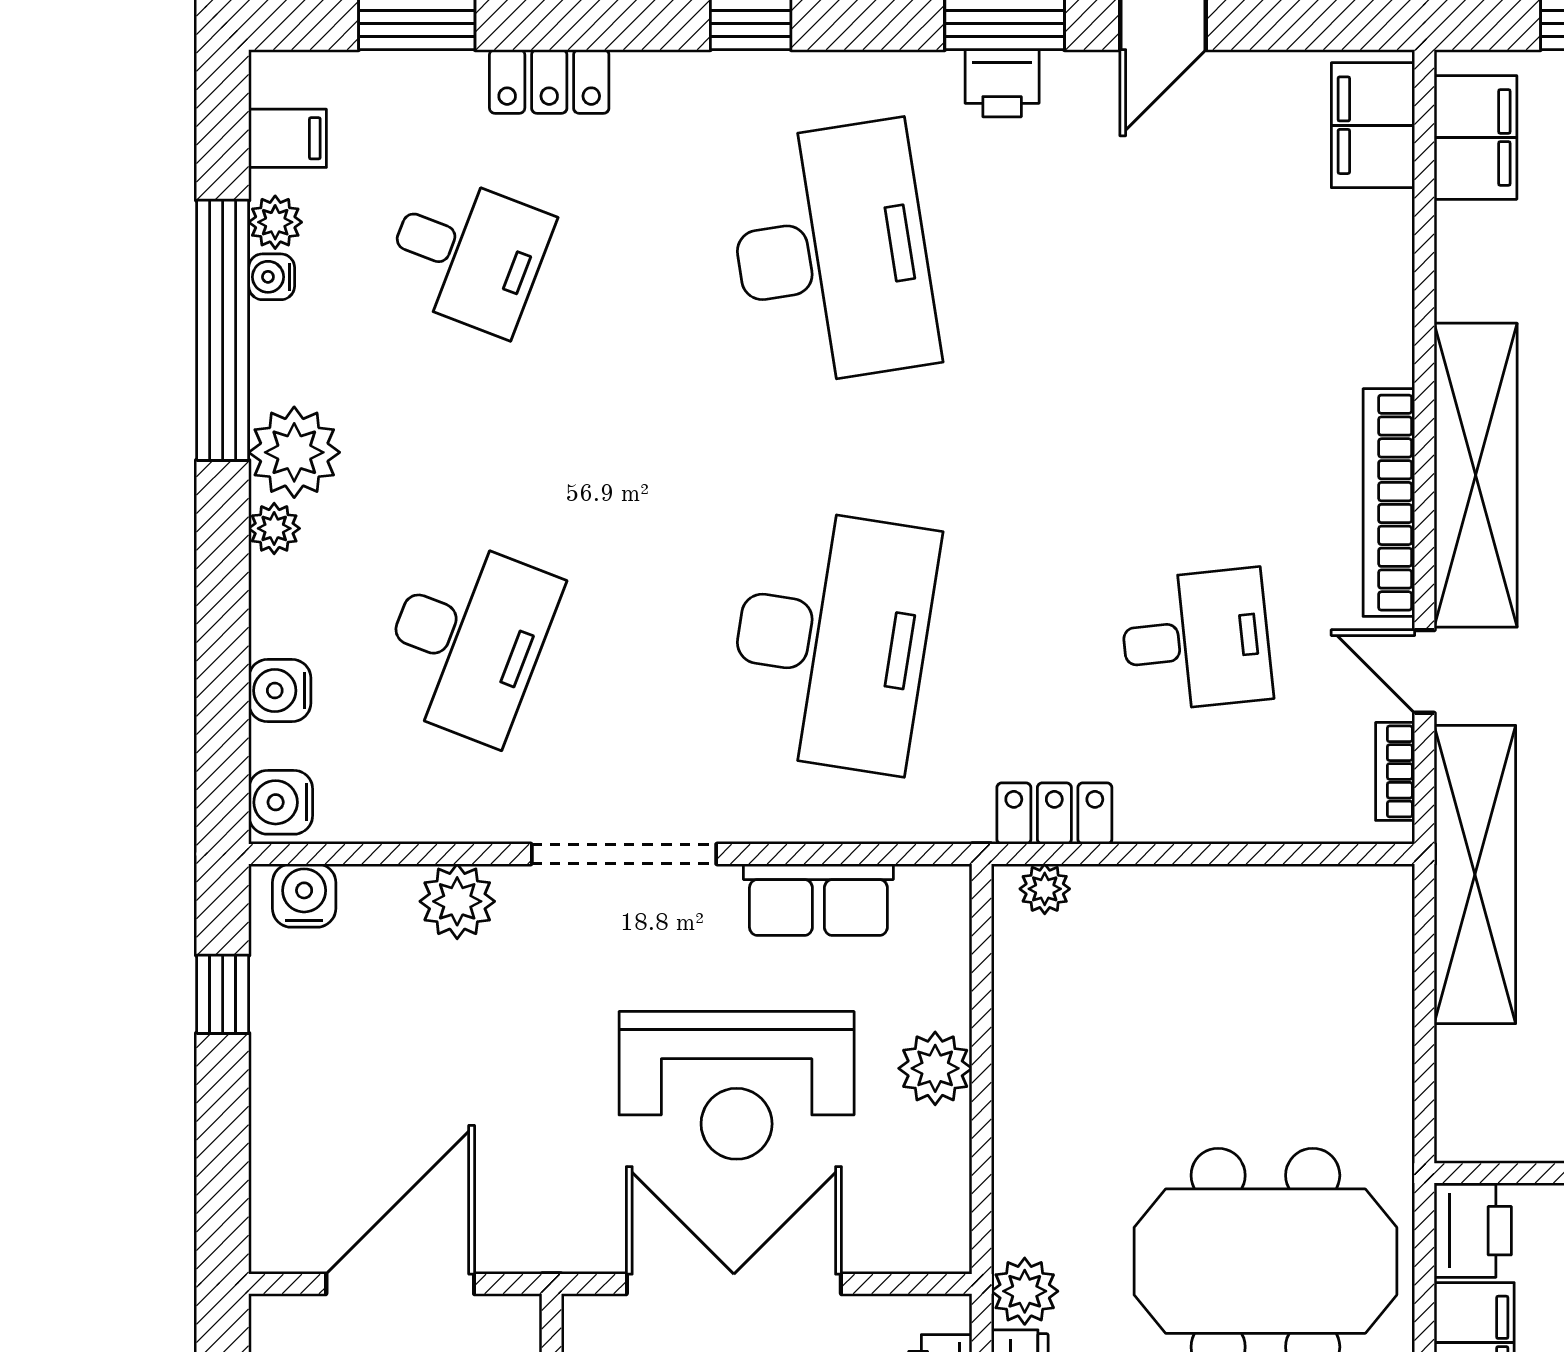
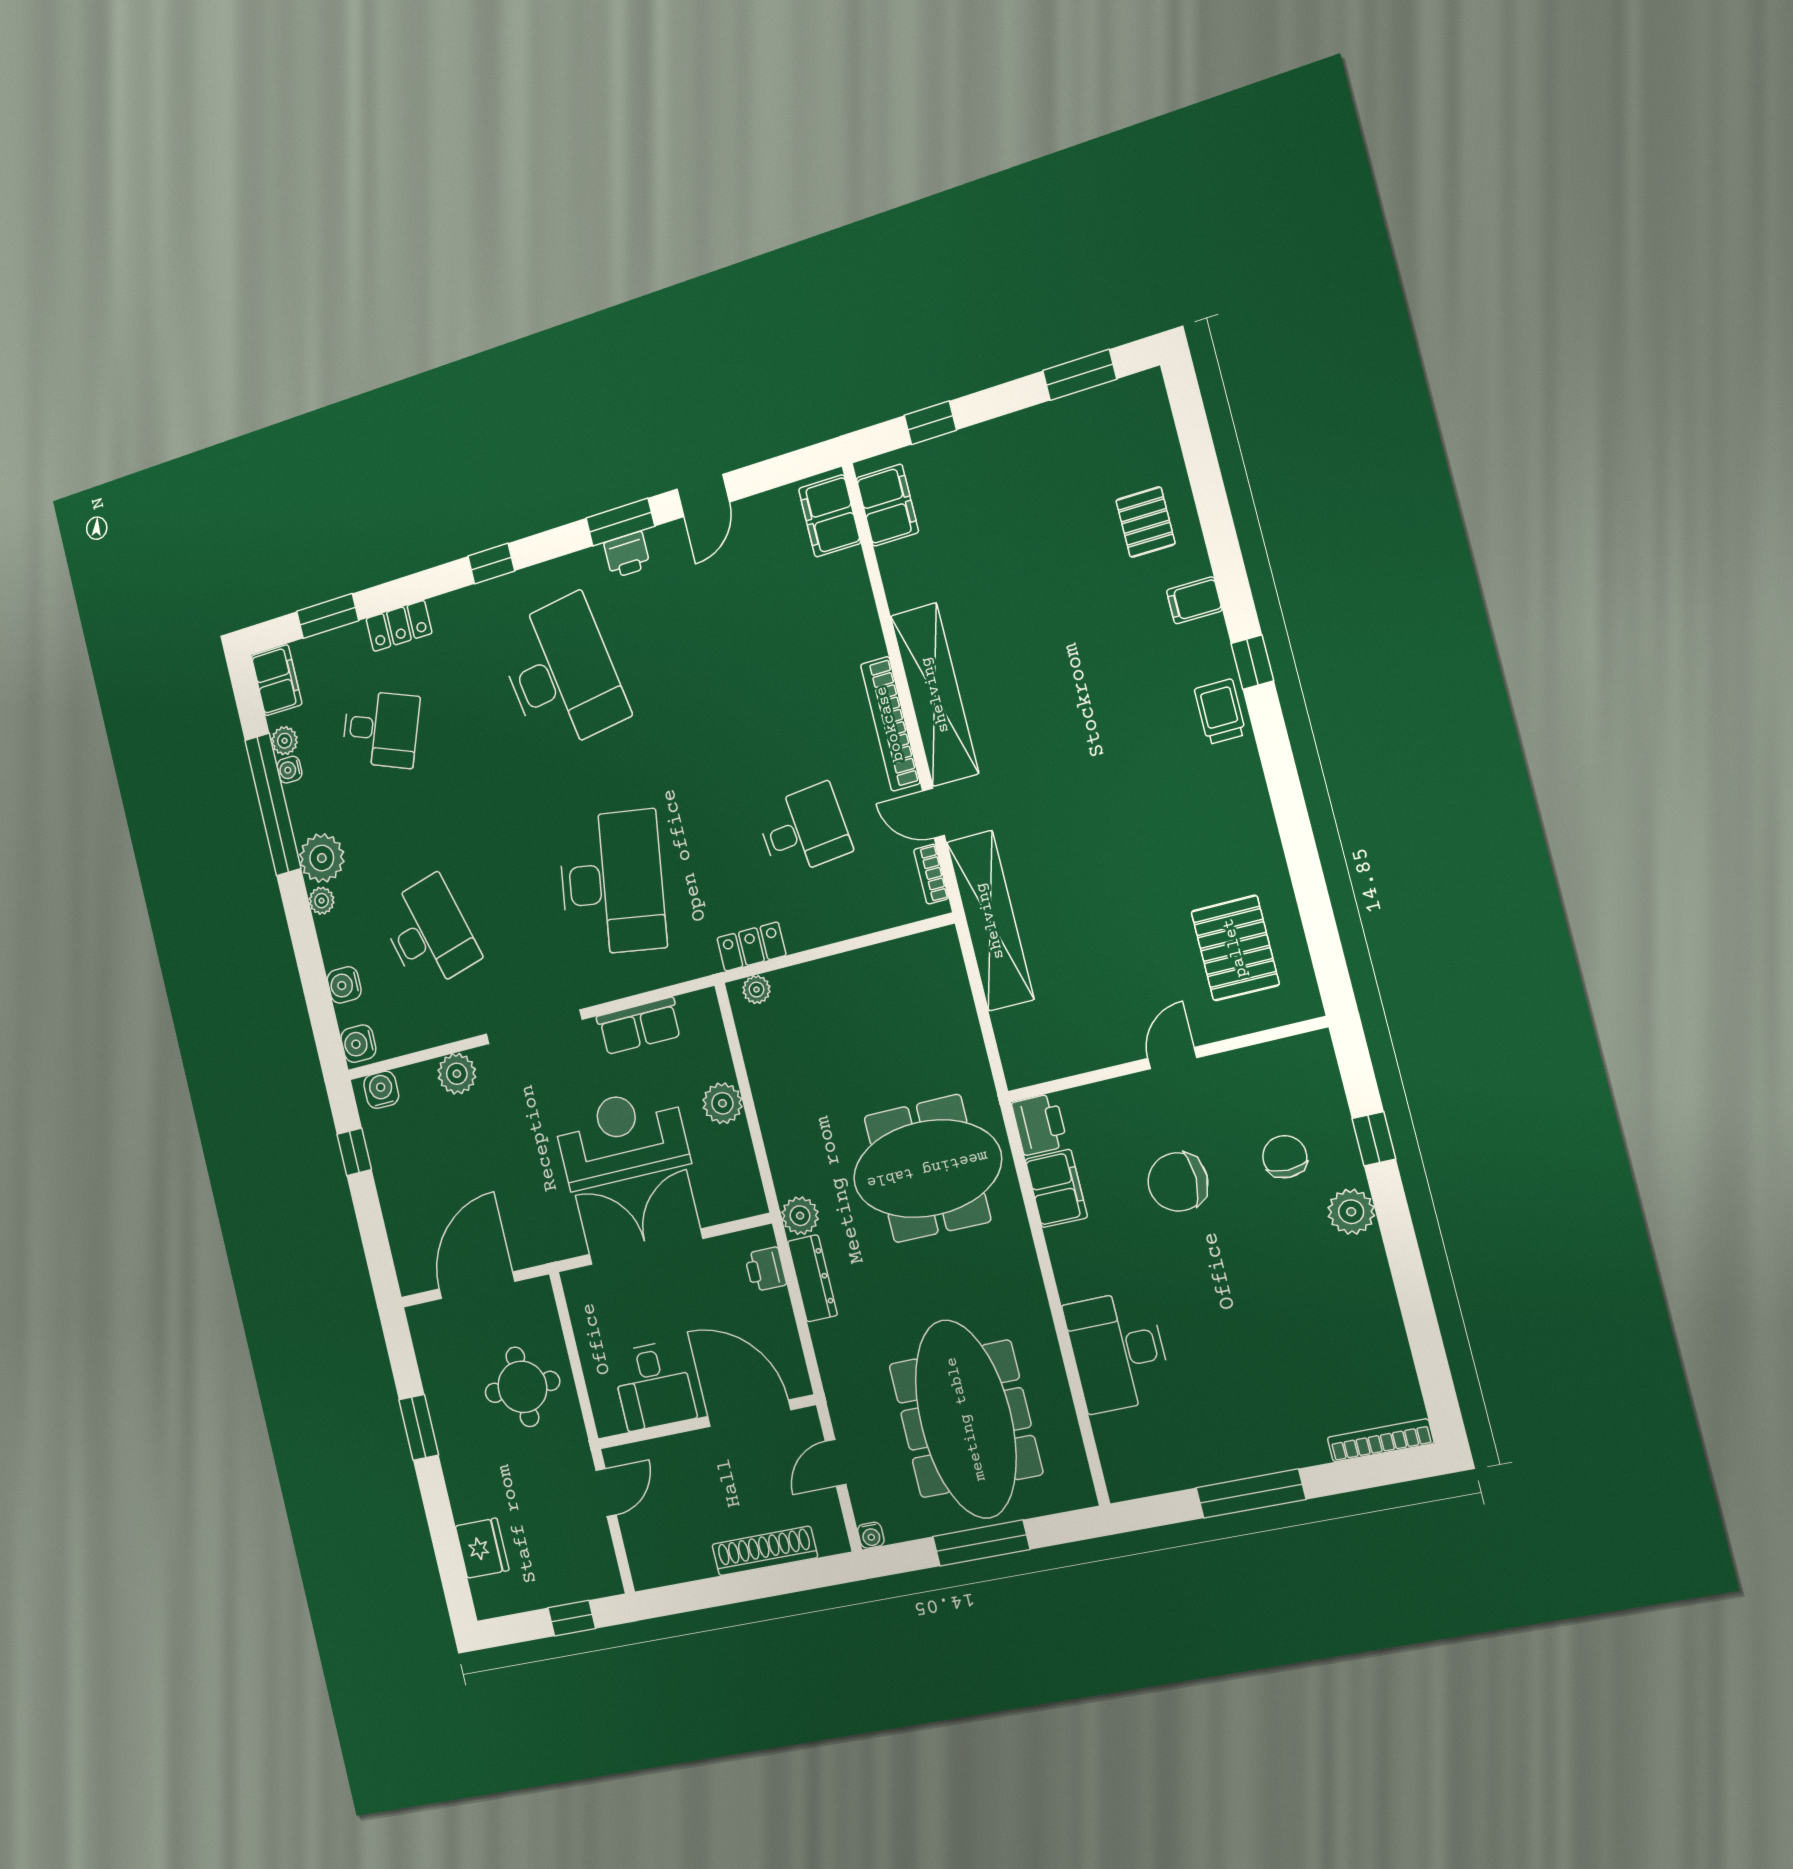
filing cabinet: (288, 138) -> (277, 680), width x2.00
desk: (468, 640) -> (429, 933), turned -36
reception desk: (737, 1085) -> (621, 1138), turned 180

